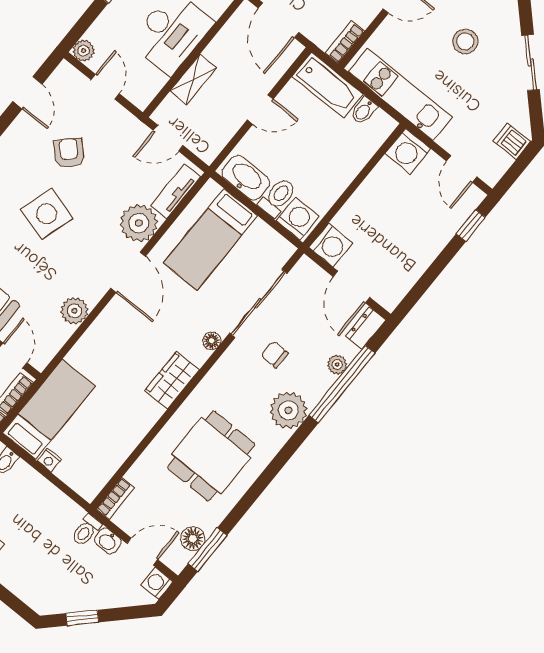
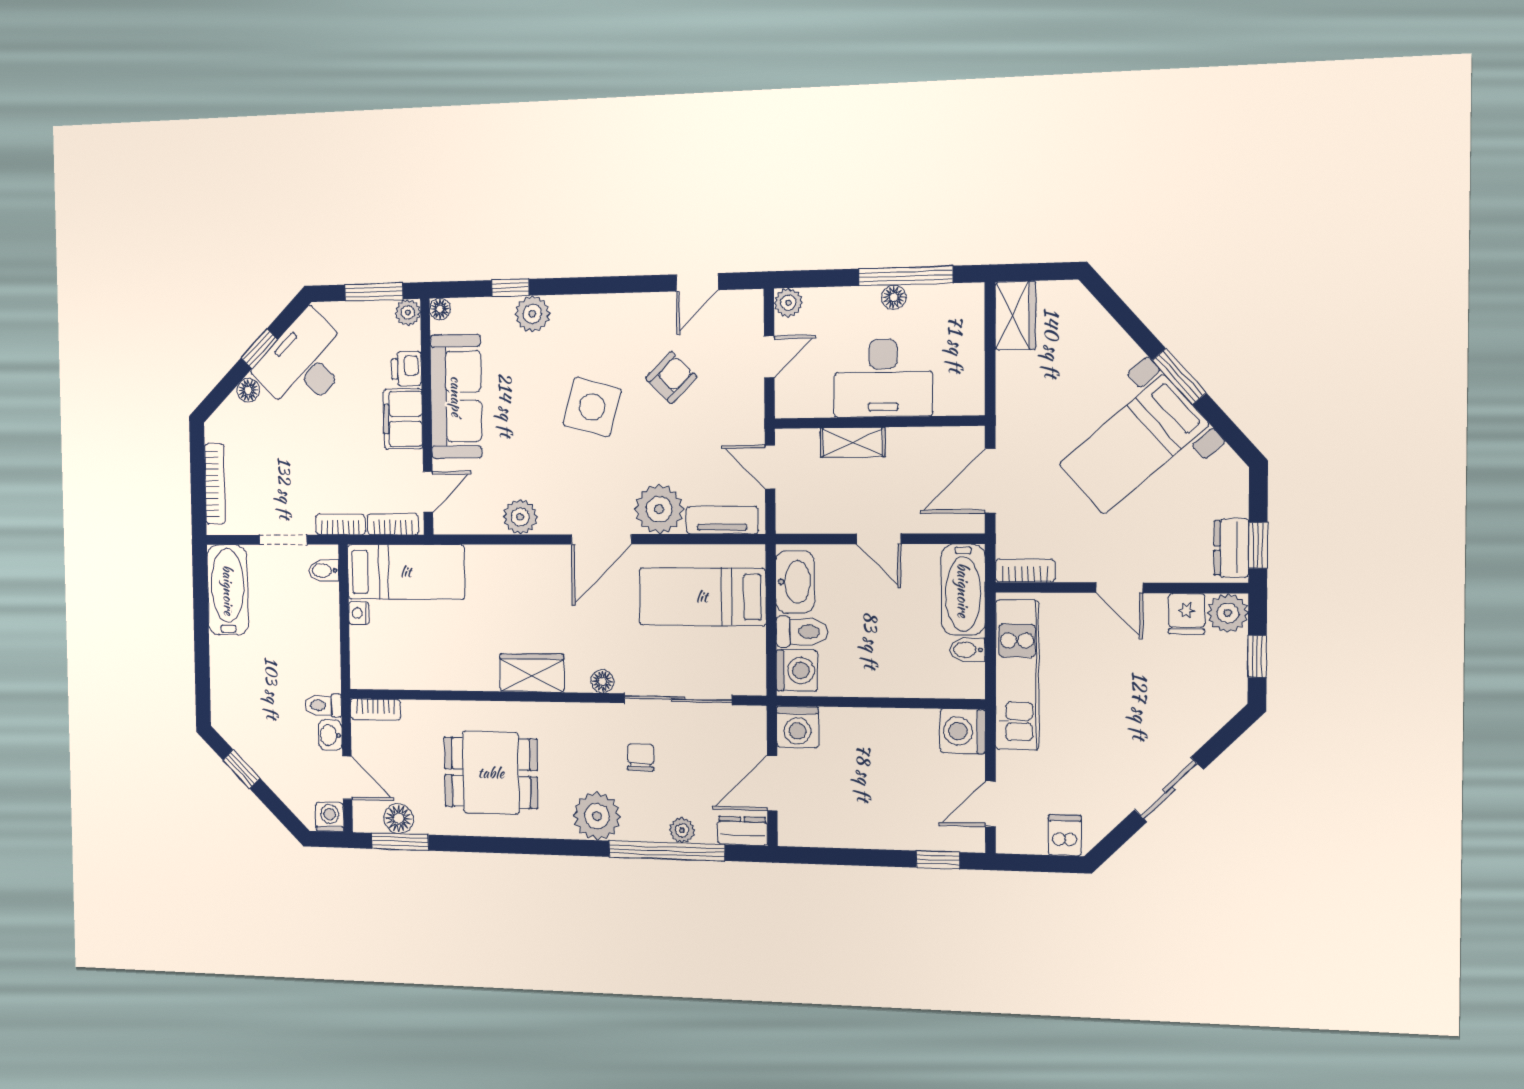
stool: (465, 41) -> (1133, 700), removed

